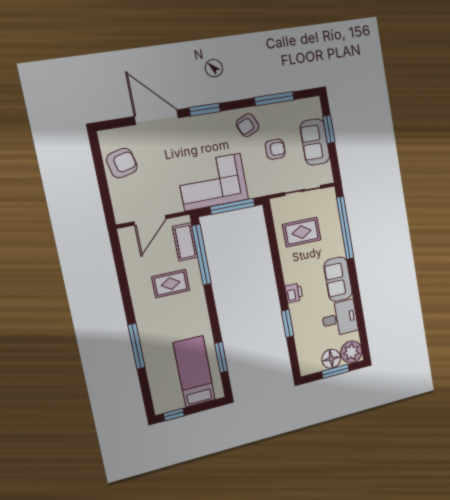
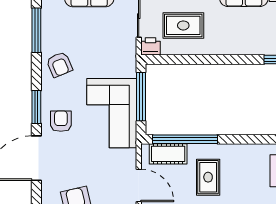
armchair: (275, 149) -> (61, 121), moved
rug: (302, 232) -> (183, 25), turned 90
printer: (294, 293) -> (151, 46), moved

